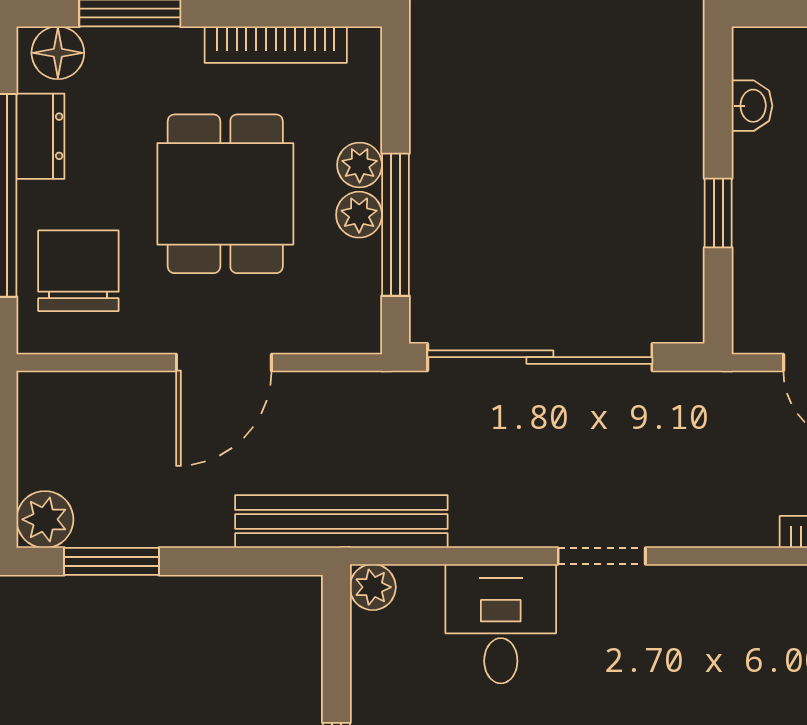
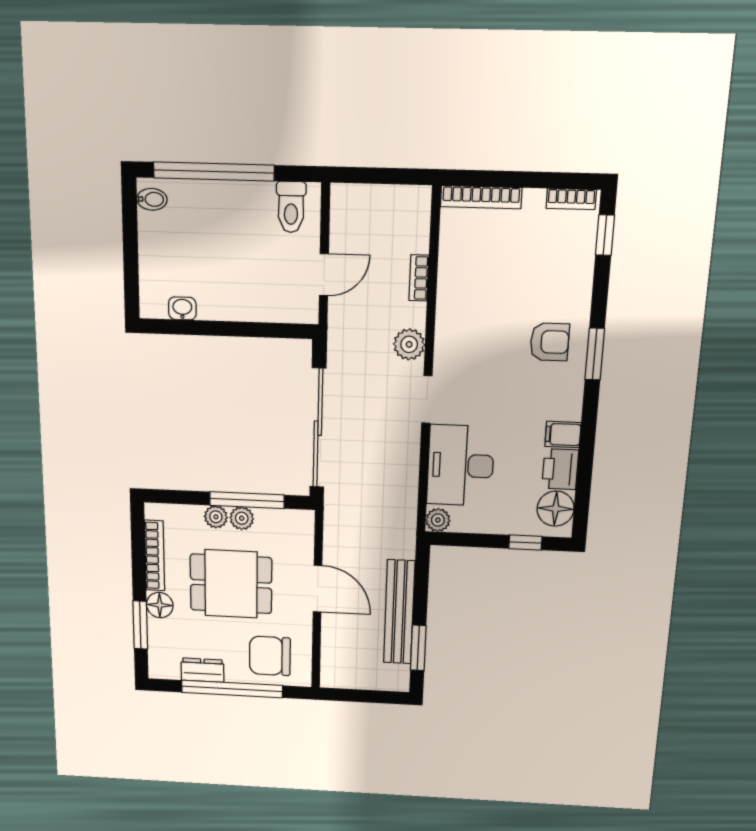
floor lamp: (58, 53) -> (160, 605), moved
window: (718, 213) -> (241, 329), removed
plant: (45, 519) -> (409, 344), moved
bench: (341, 522) -> (399, 612), moved
desk: (501, 624) -> (460, 465), width x1.37

